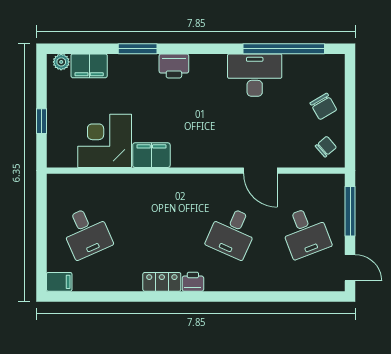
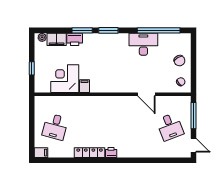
window: (188, 49) -> (108, 30), added
printer: (174, 66) -> (75, 39), moved
filing cabinet: (151, 155) -> (84, 86), width x0.50
desk: (86, 232) -> (55, 127), turned 39
desk: (232, 232) -> (132, 127), removed
locker: (162, 282) -> (90, 153), width x1.53

